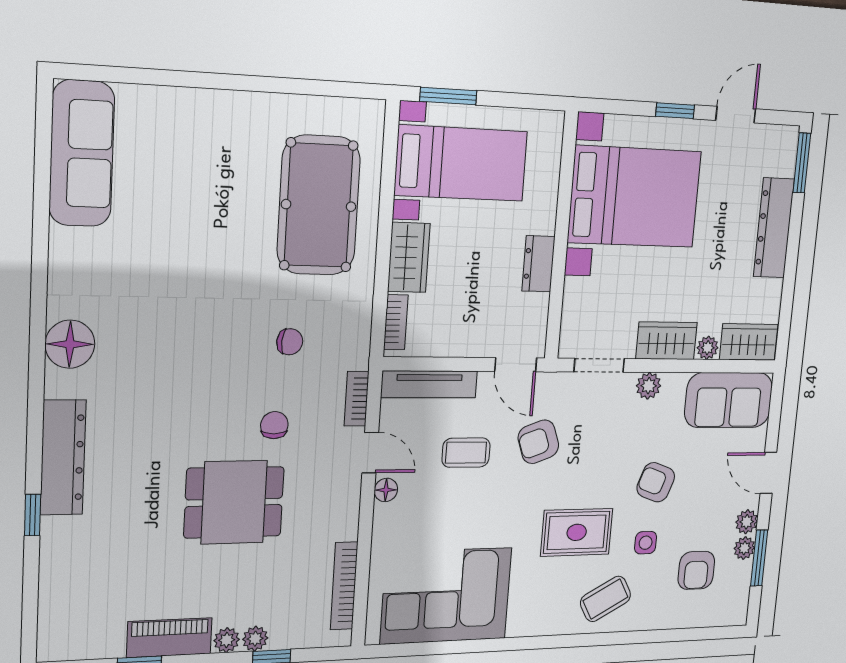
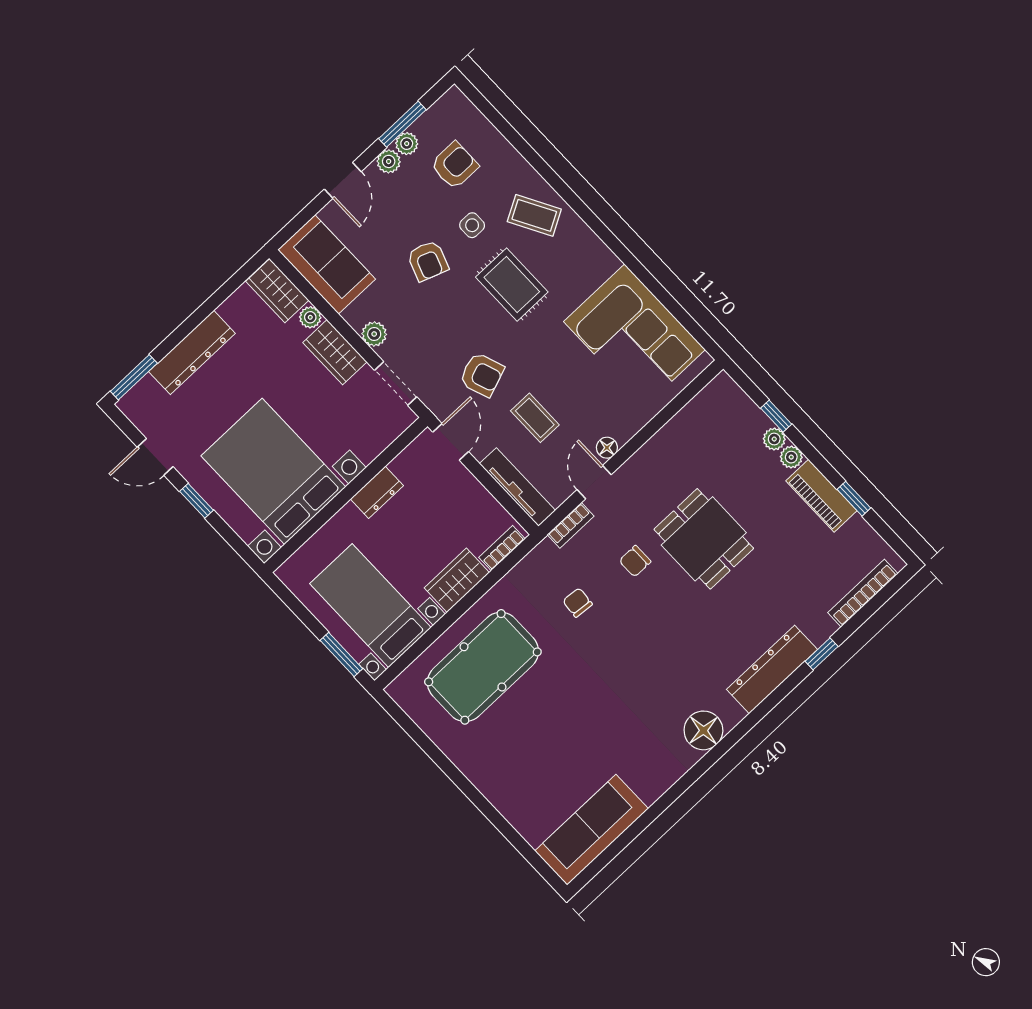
bookcase: (344, 586) -> (863, 593), moved, turned 180

